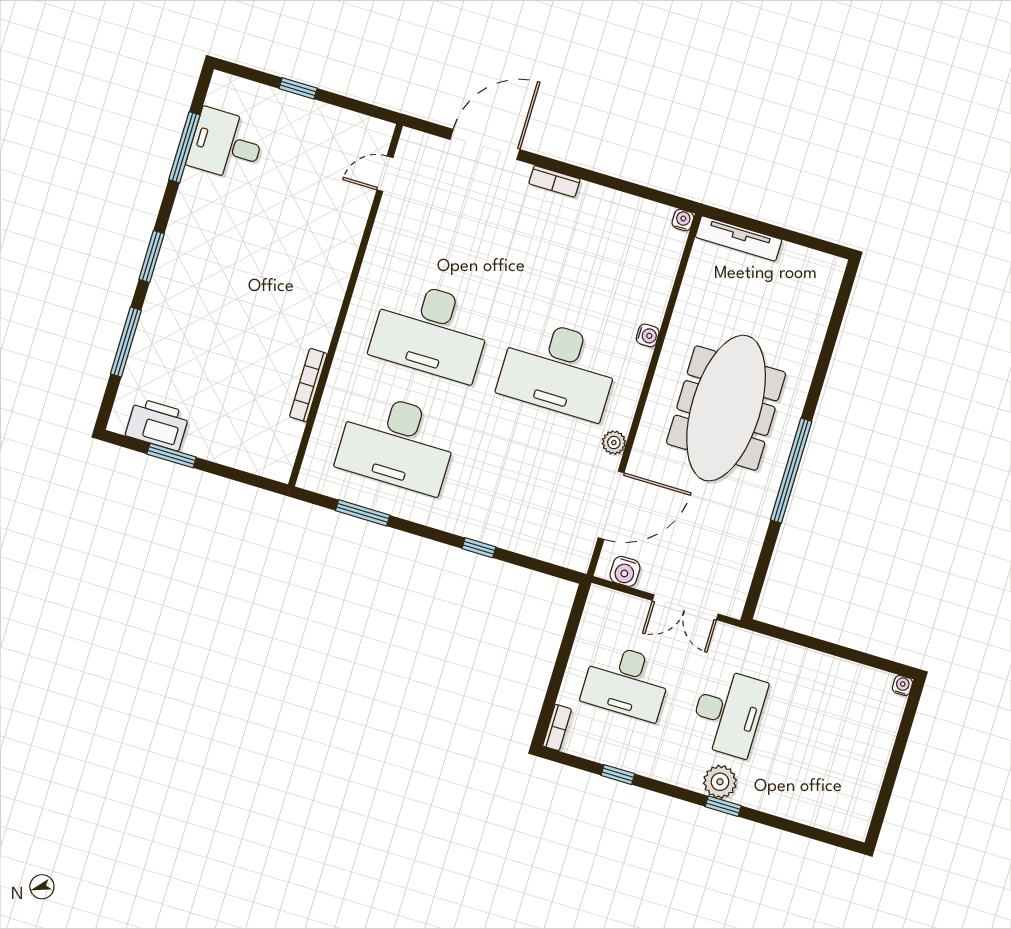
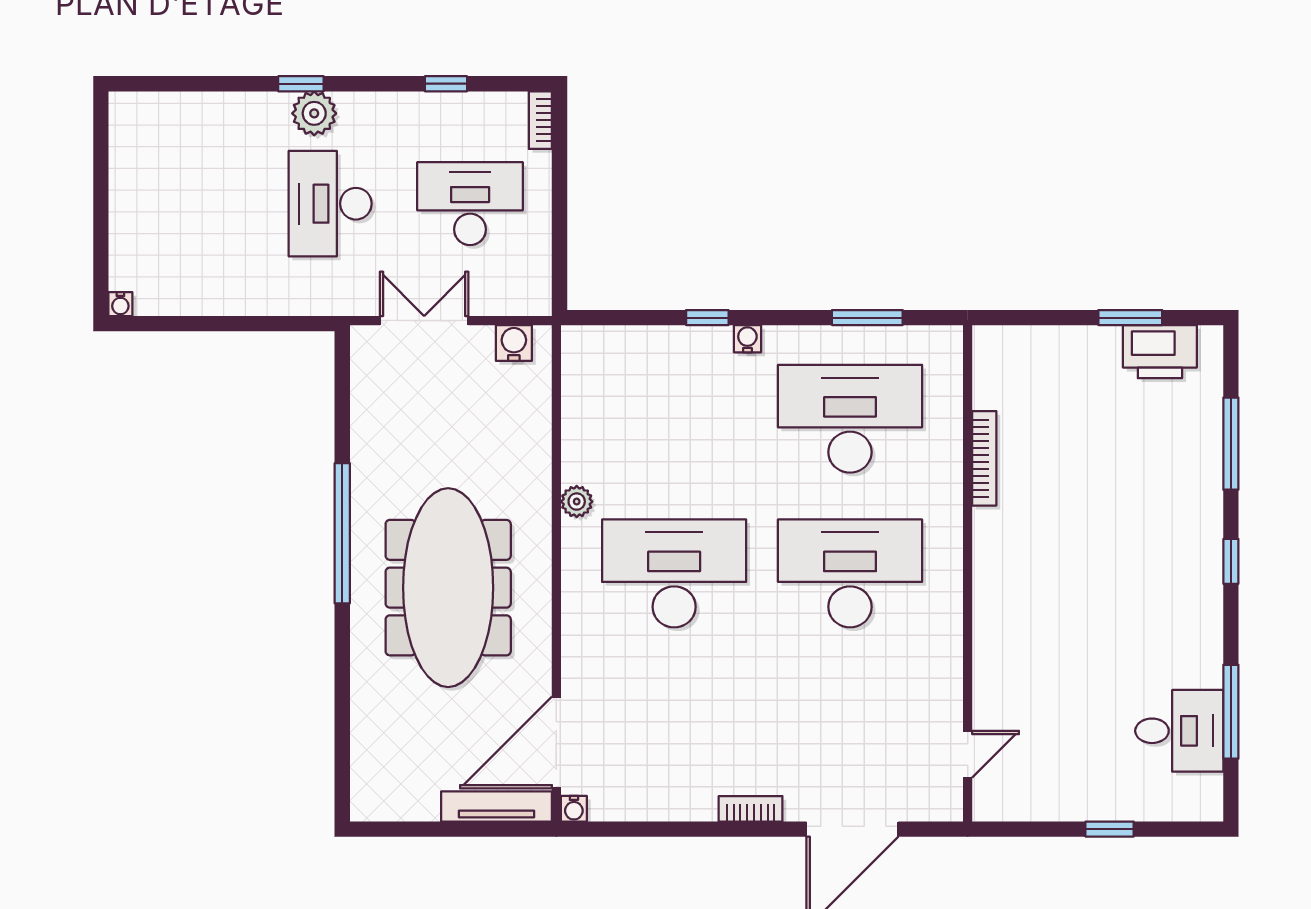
window: (152, 256) -> (1231, 561), width x0.67
water cooler: (648, 335) -> (747, 339), moved, turned 90
door: (611, 505) -> (556, 743), moved

